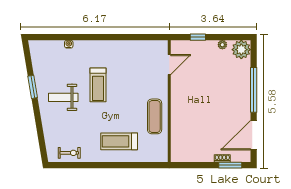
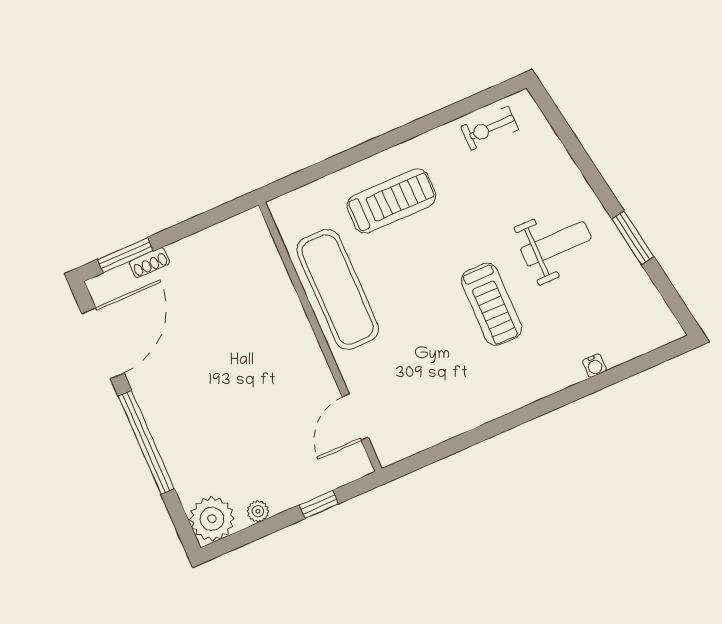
treadmill: (98, 85) -> (491, 304), turned 180
exercise mat: (155, 116) -> (338, 289), width x1.36, depth x1.45

